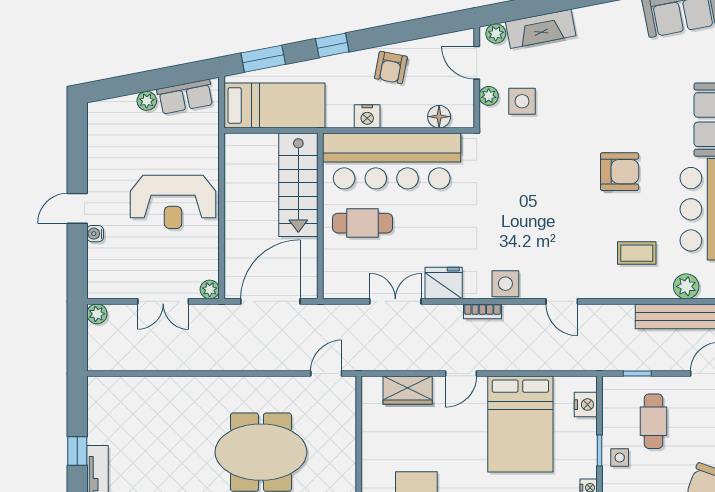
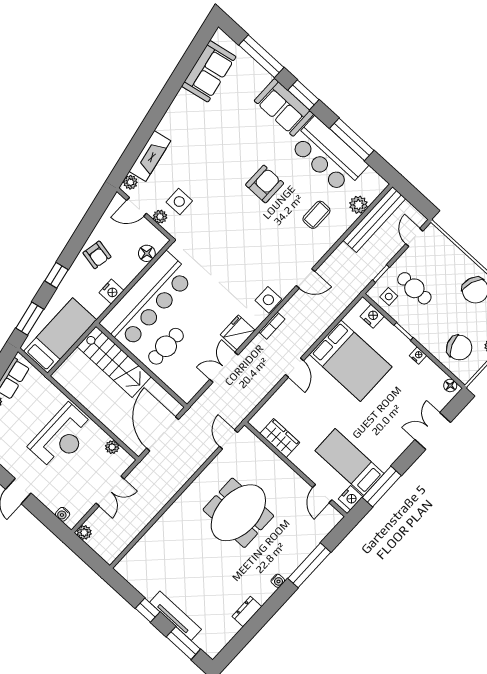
water cooler: (95, 234) -> (63, 514), moved
plant: (210, 289) -> (112, 447), moved
wardrobe: (408, 390) -> (280, 438), moved, turned -90
side table: (620, 458) -> (389, 297), moved

